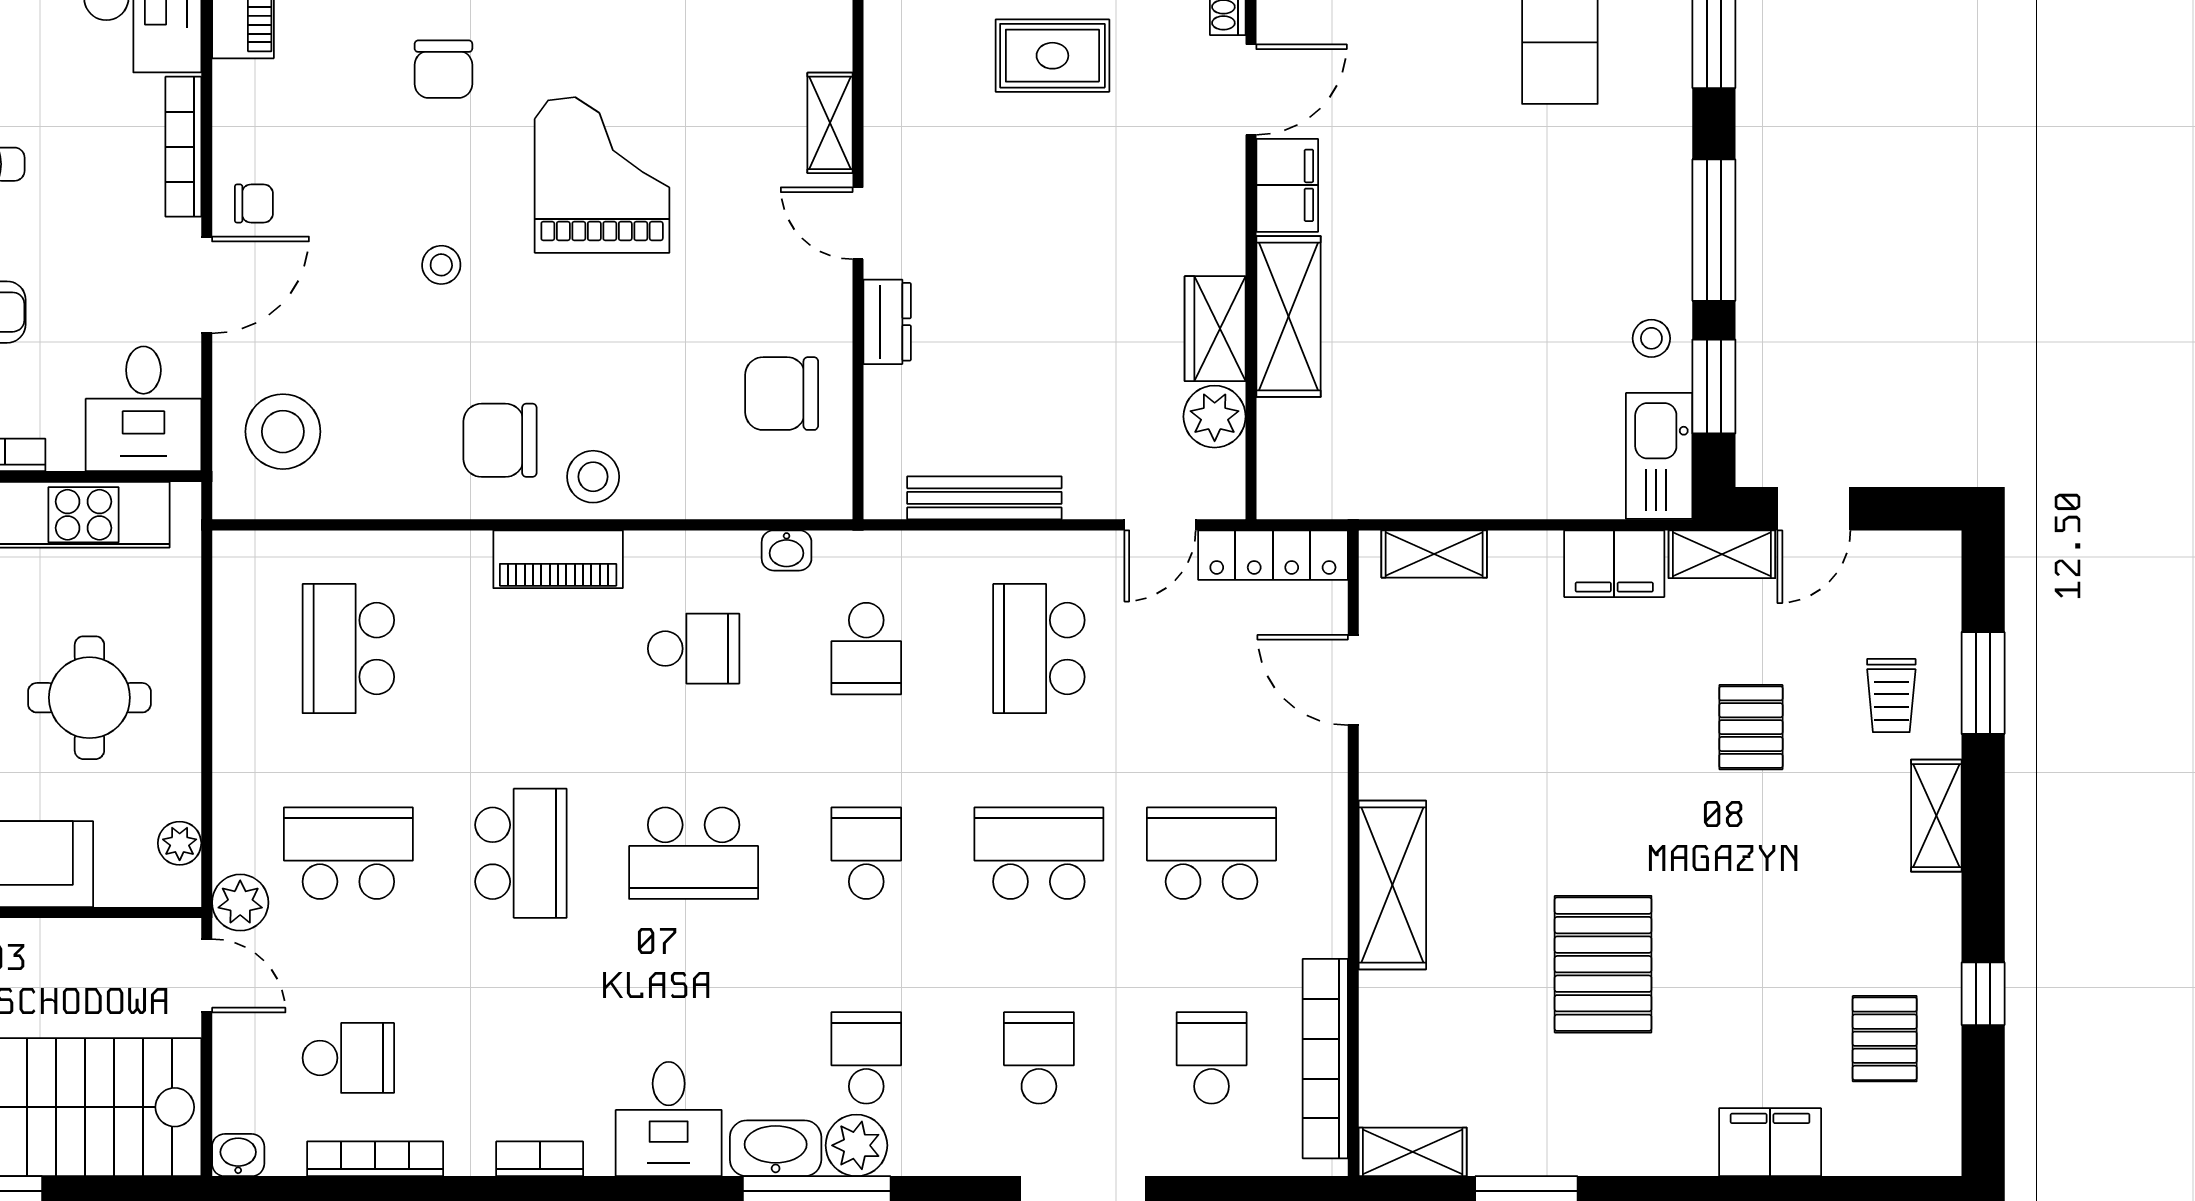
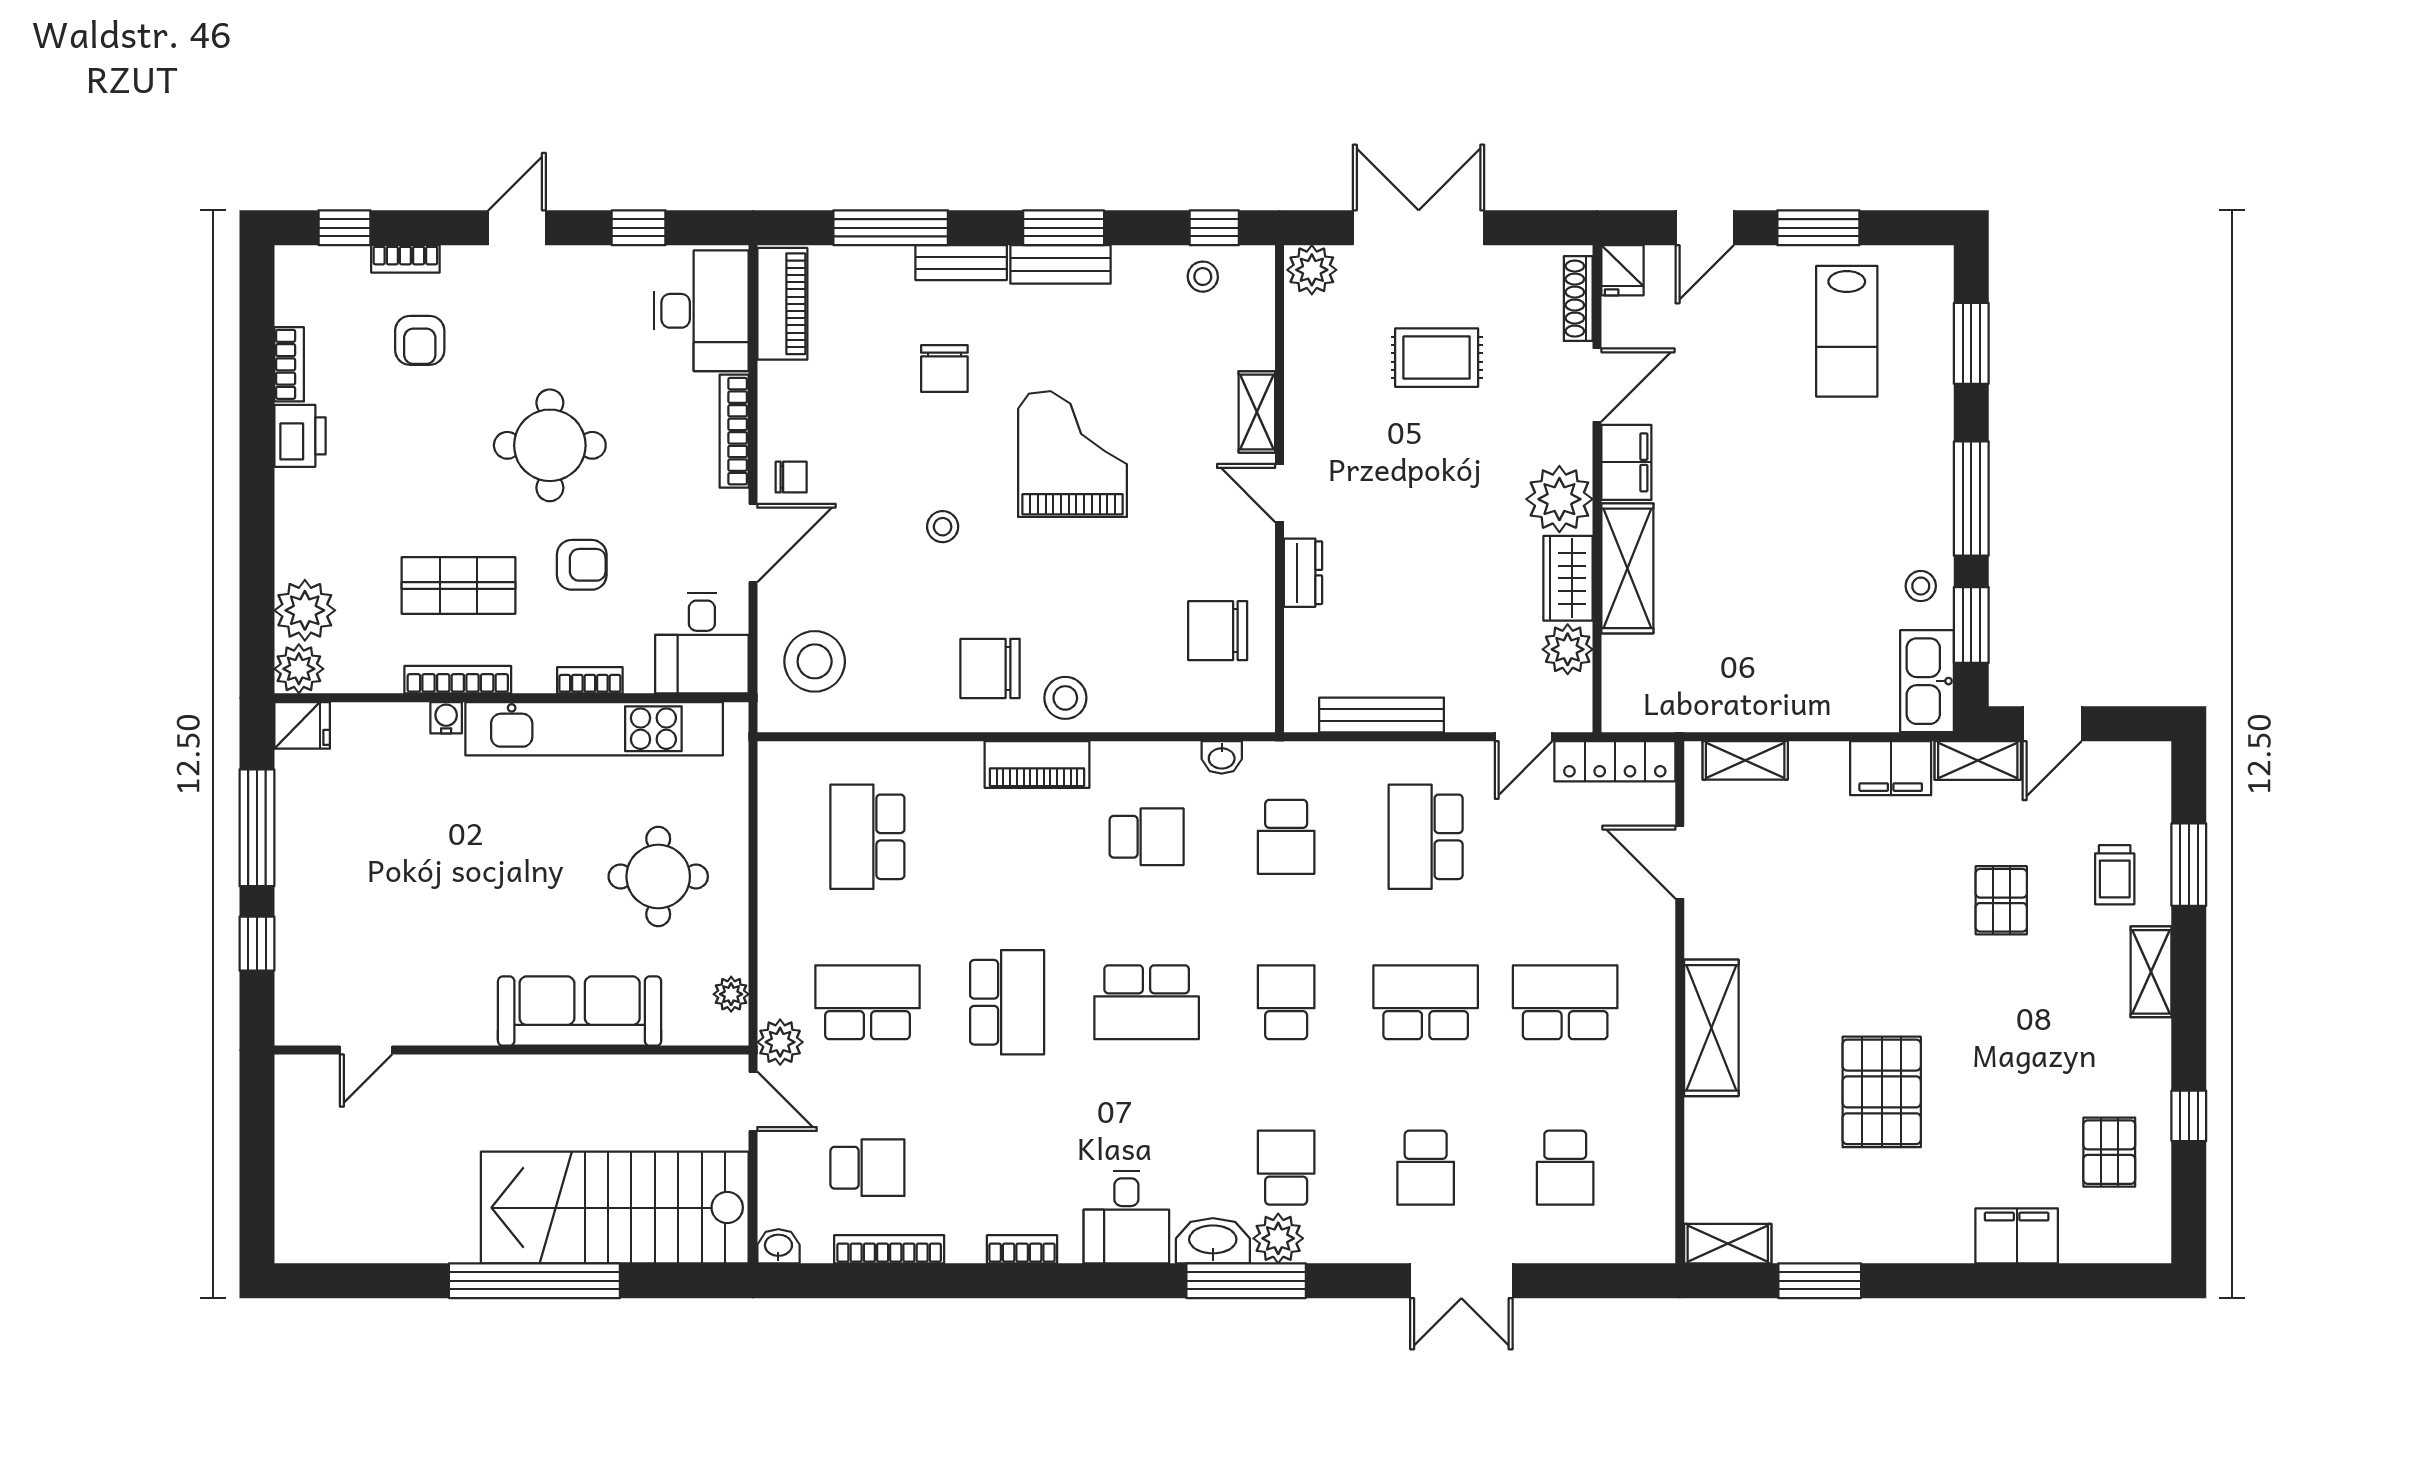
plant: (1204, 231) -> (1559, 499), added
school desk: (1039, 1058) -> (1426, 1168), turned 180
school desk: (1212, 1058) -> (1565, 1168), turned 180
bookcase: (1325, 1059) -> (1657, 1168), removed

